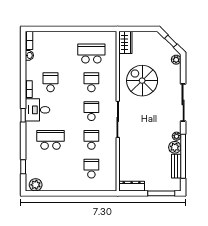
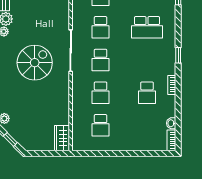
school desk: (91, 54) -> (101, 125), width x0.54
spiral stairs: (142, 81) -> (35, 63), moved, turned -90
desk: (38, 110) -> (162, 61), removed

